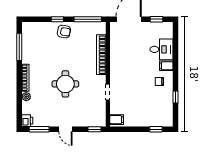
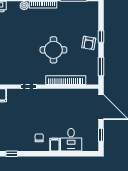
window: (88, 19) -> (101, 67), width x0.69
round table: (65, 84) -> (53, 50), moved
window: (176, 97) -> (12, 154), moved

